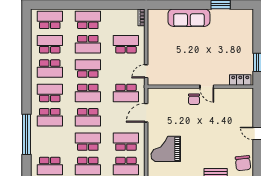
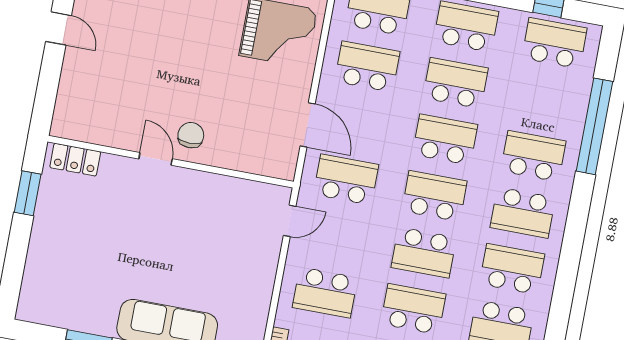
door: (146, 113) -> (308, 125), hinge flipped
school desk: (88, 142) -> (456, 83), turned 180
school desk: (126, 142) -> (367, 67), turned 180

